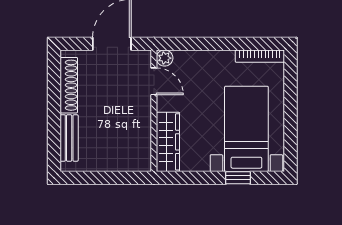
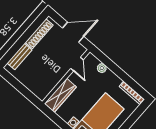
plant: (165, 58) -> (102, 68), moved

